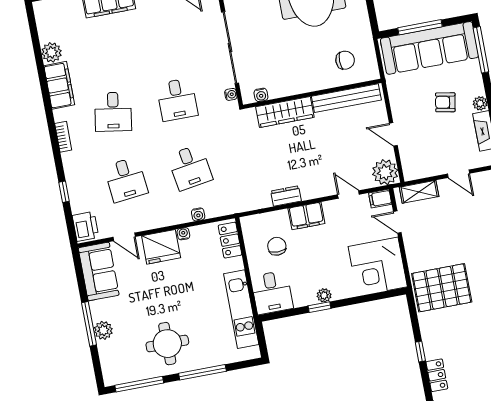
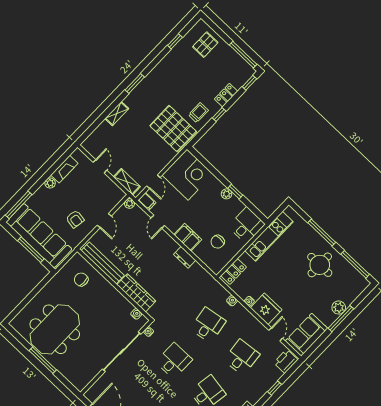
armchair: (445, 102) -> (75, 219), moved
plant: (385, 172) -> (129, 203), width x0.53, depth x0.53
trolley: (439, 330) -> (198, 113), added

